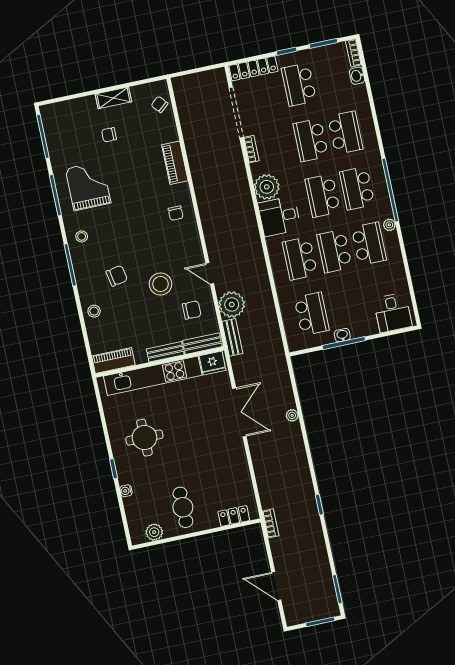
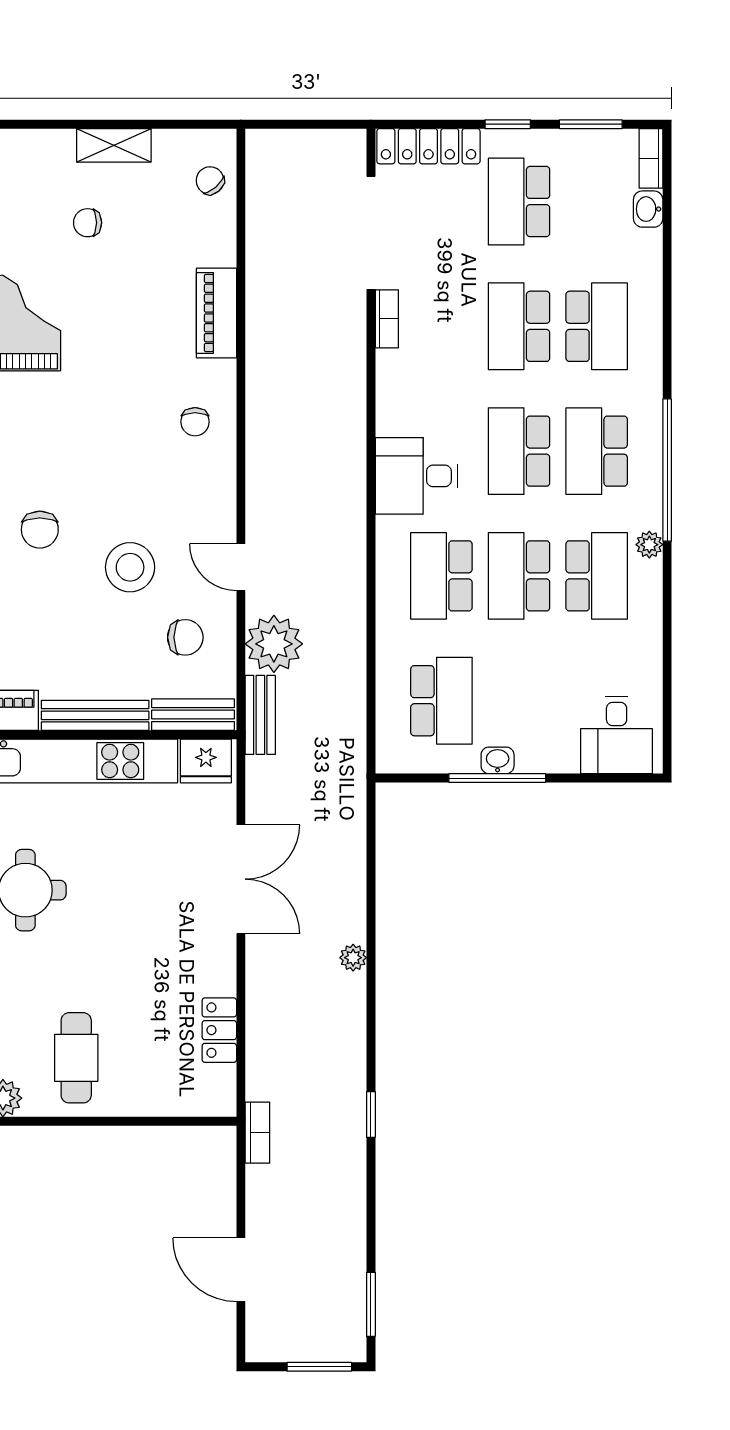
plant: (267, 187) -> (403, 407), removed
chair: (117, 276) -> (40, 530), turned 101
bench: (165, 352) -> (95, 715), width x1.36
plant: (292, 415) -> (353, 958), moved
locker: (234, 516) -> (219, 1030), moved, turned -90

